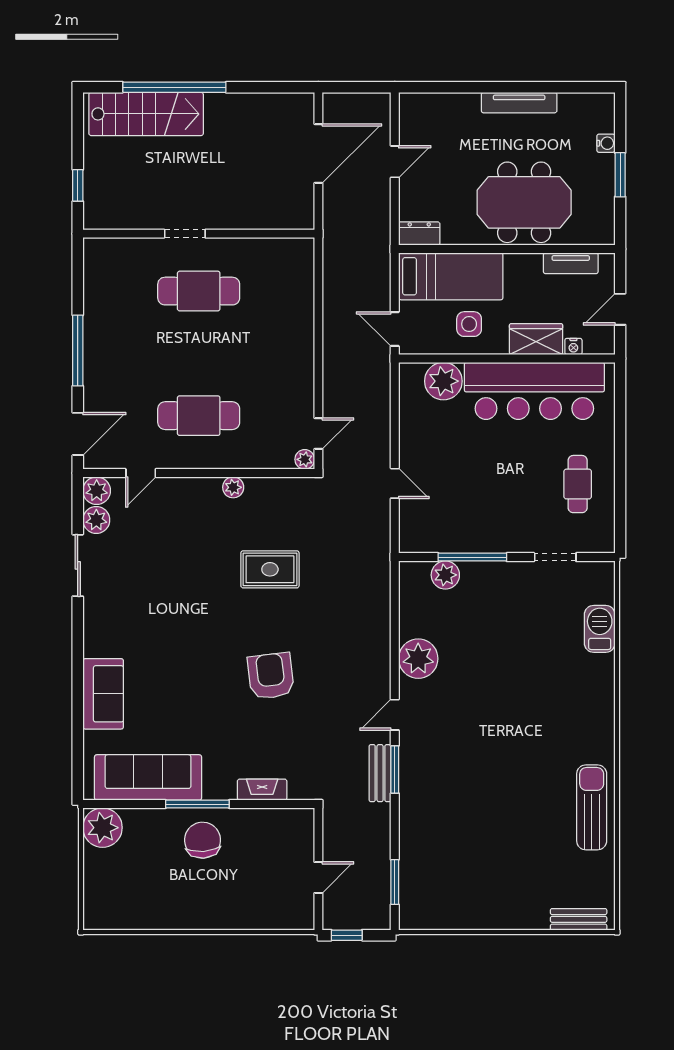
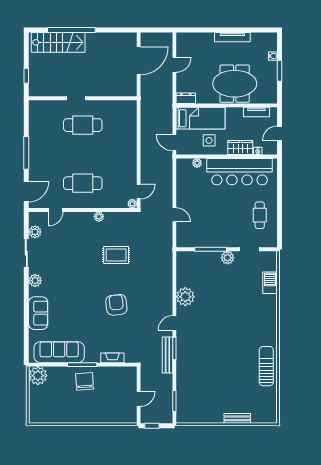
plant: (443, 381) -> (197, 163), width x0.53, depth x0.53
plant: (97, 491) -> (35, 281), moved
plant: (445, 575) -> (228, 258), moved
bench: (380, 773) -> (167, 355), width x1.36
bench: (579, 919) -> (237, 418), moved

